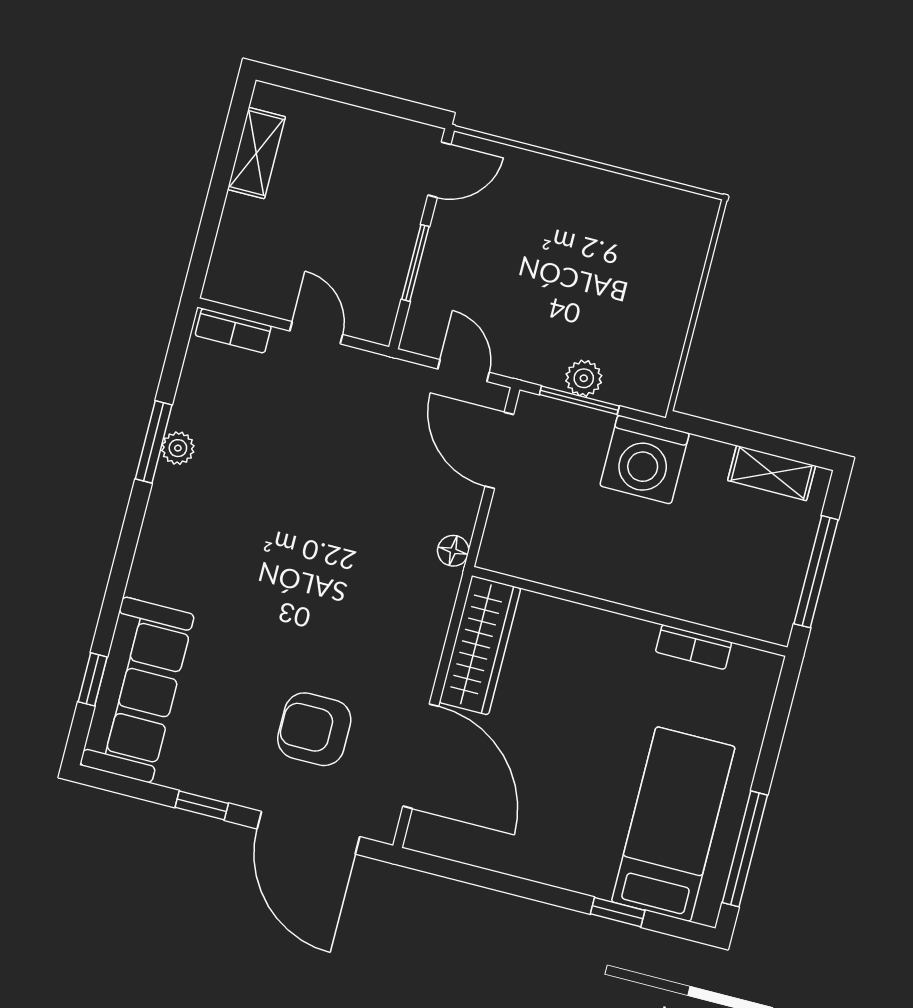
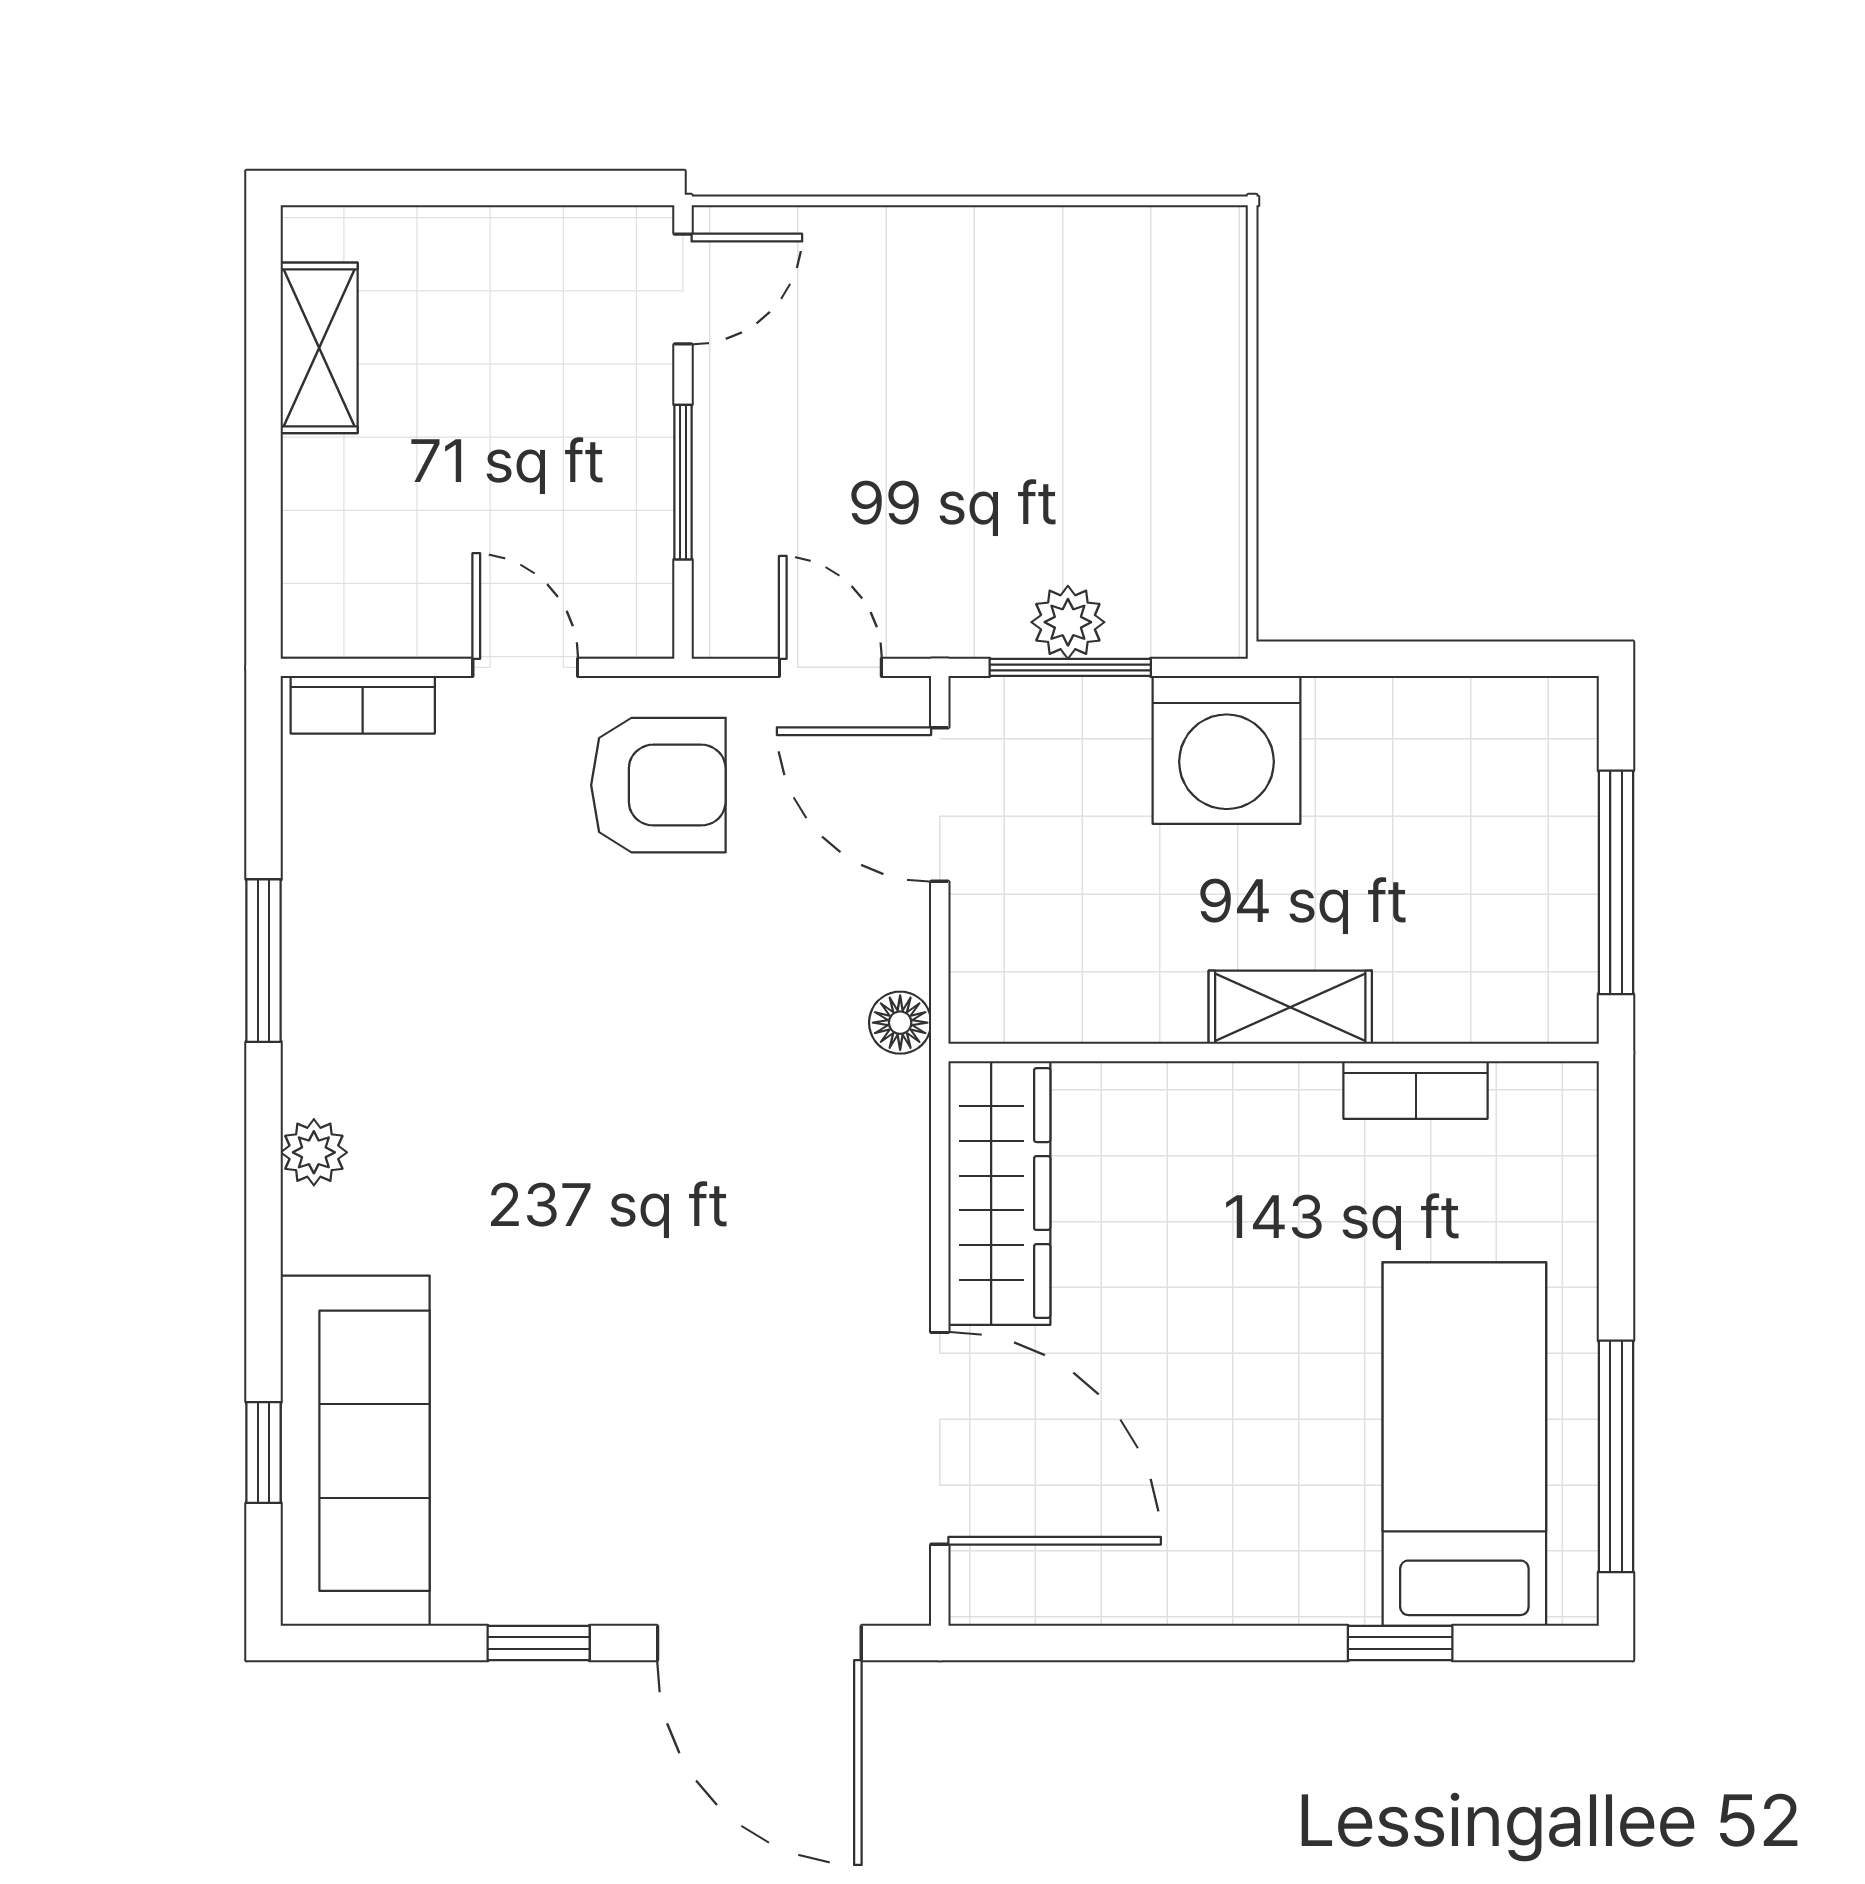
plant: (178, 448) -> (314, 1152), moved
shelving: (772, 473) -> (1290, 1007), moved
armchair: (314, 729) -> (658, 785), moved, turned 180

